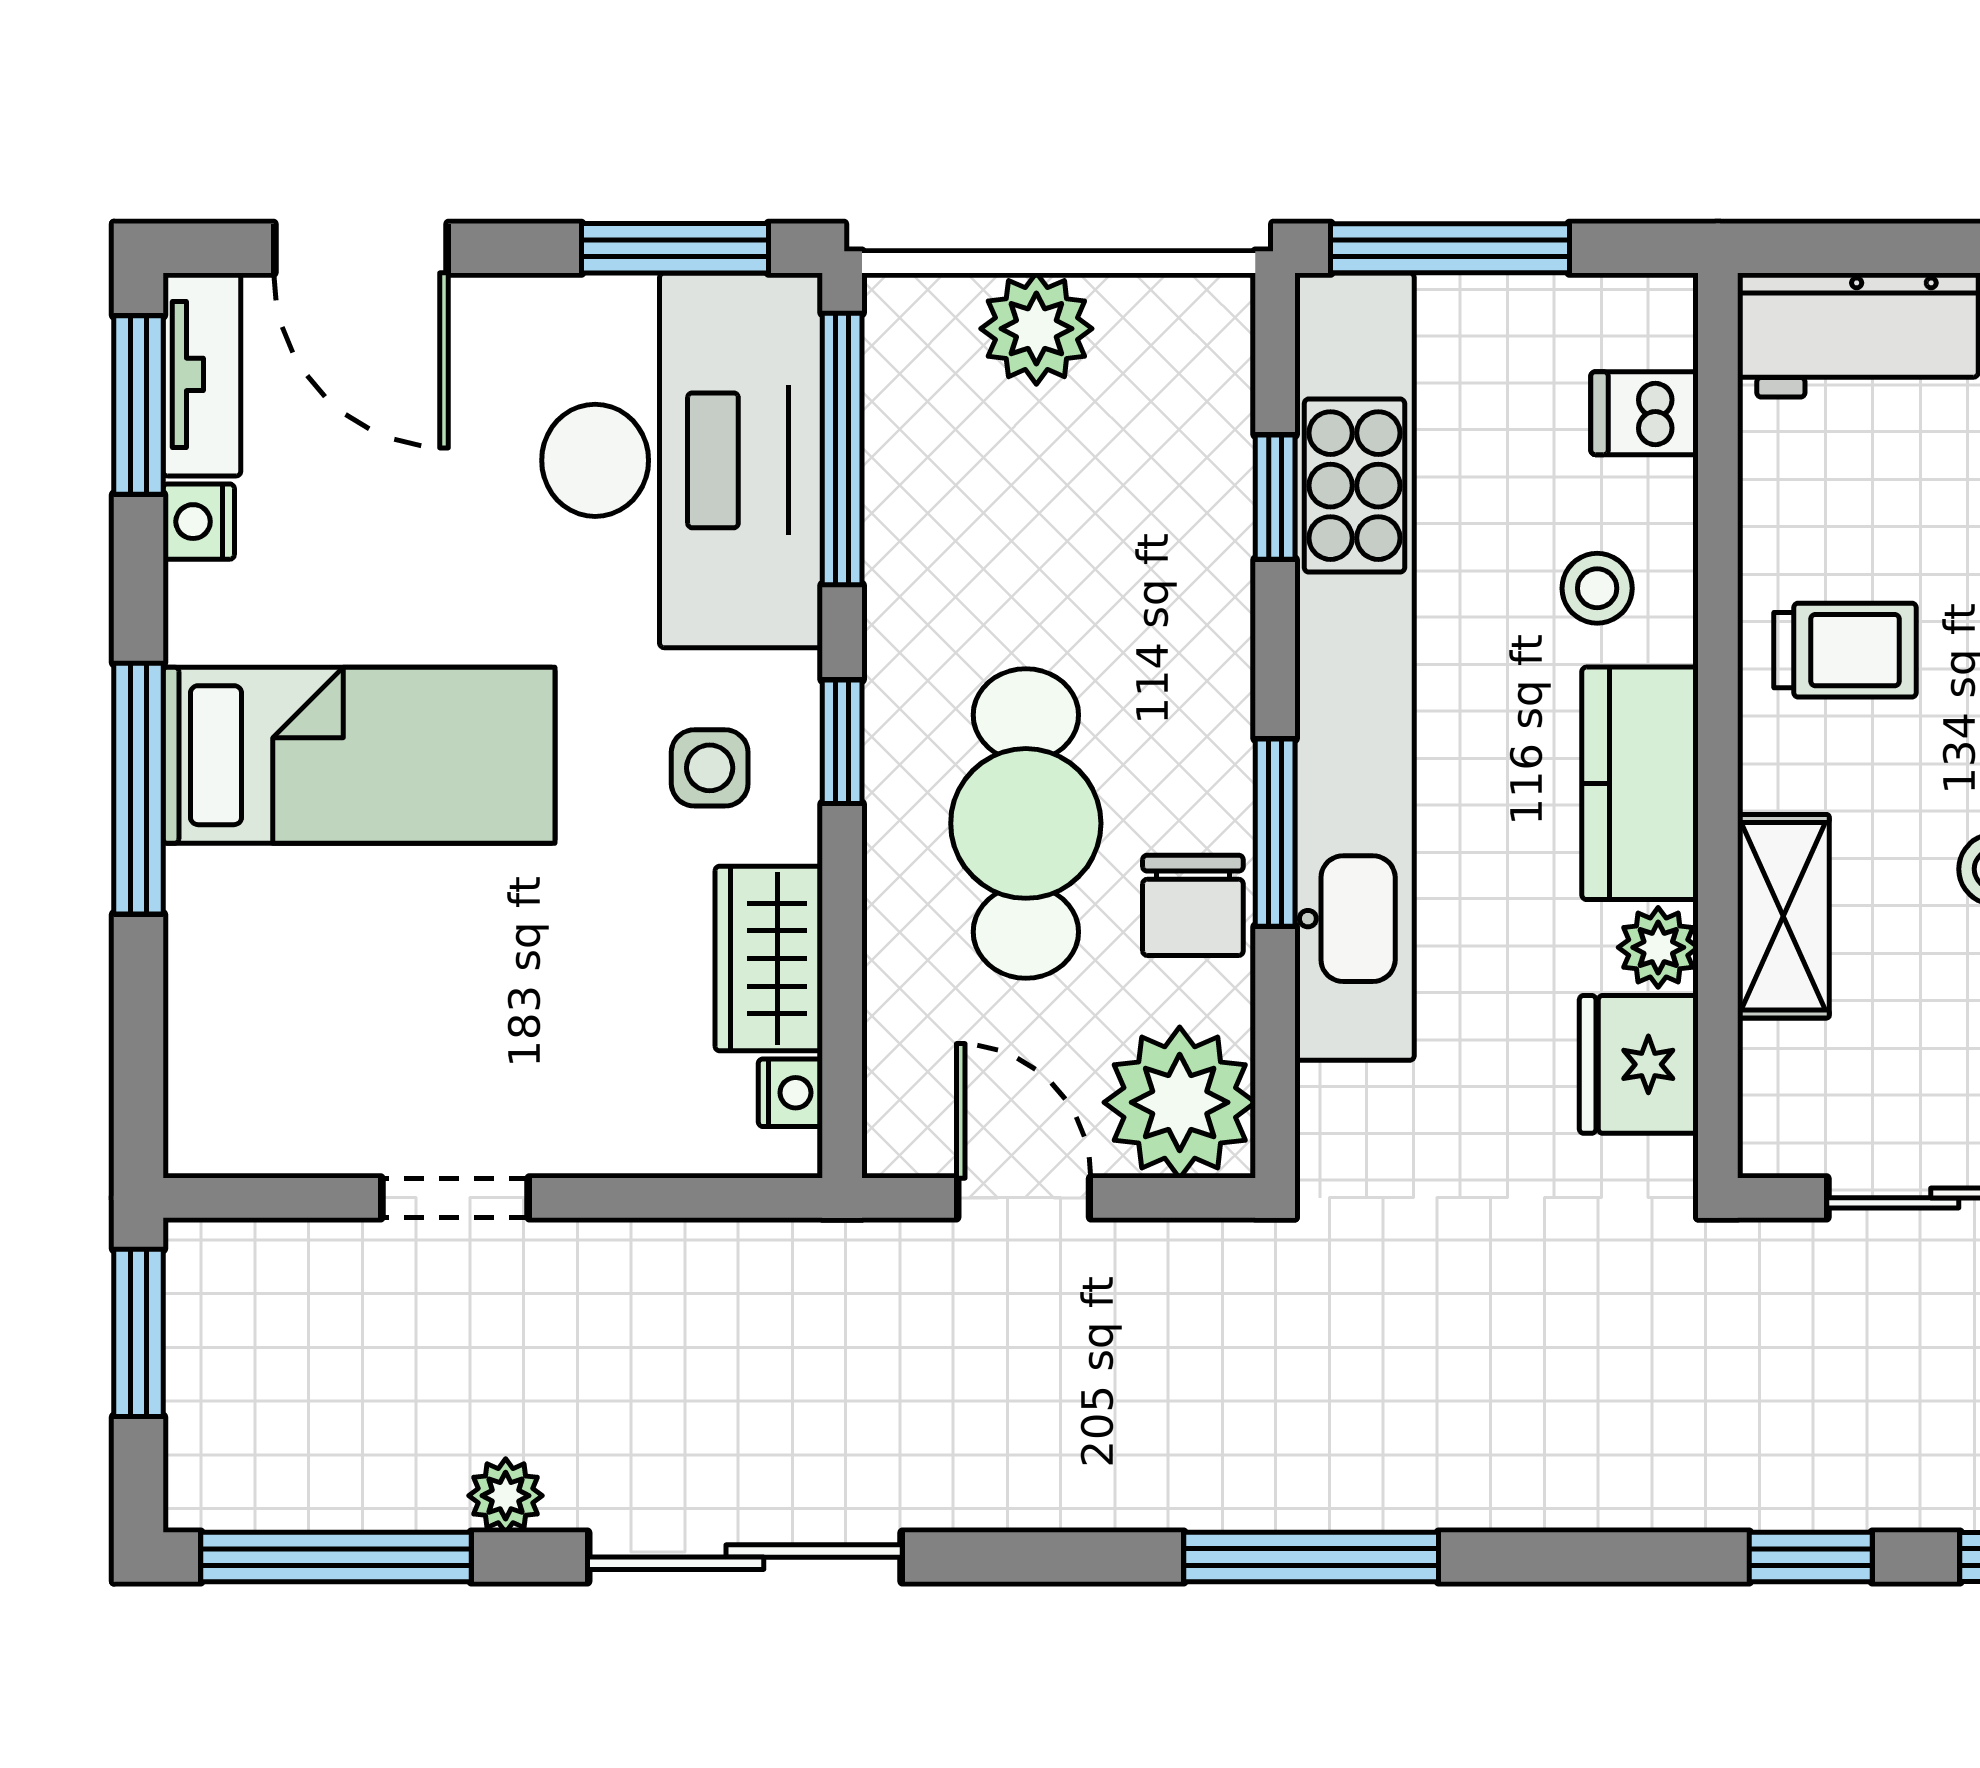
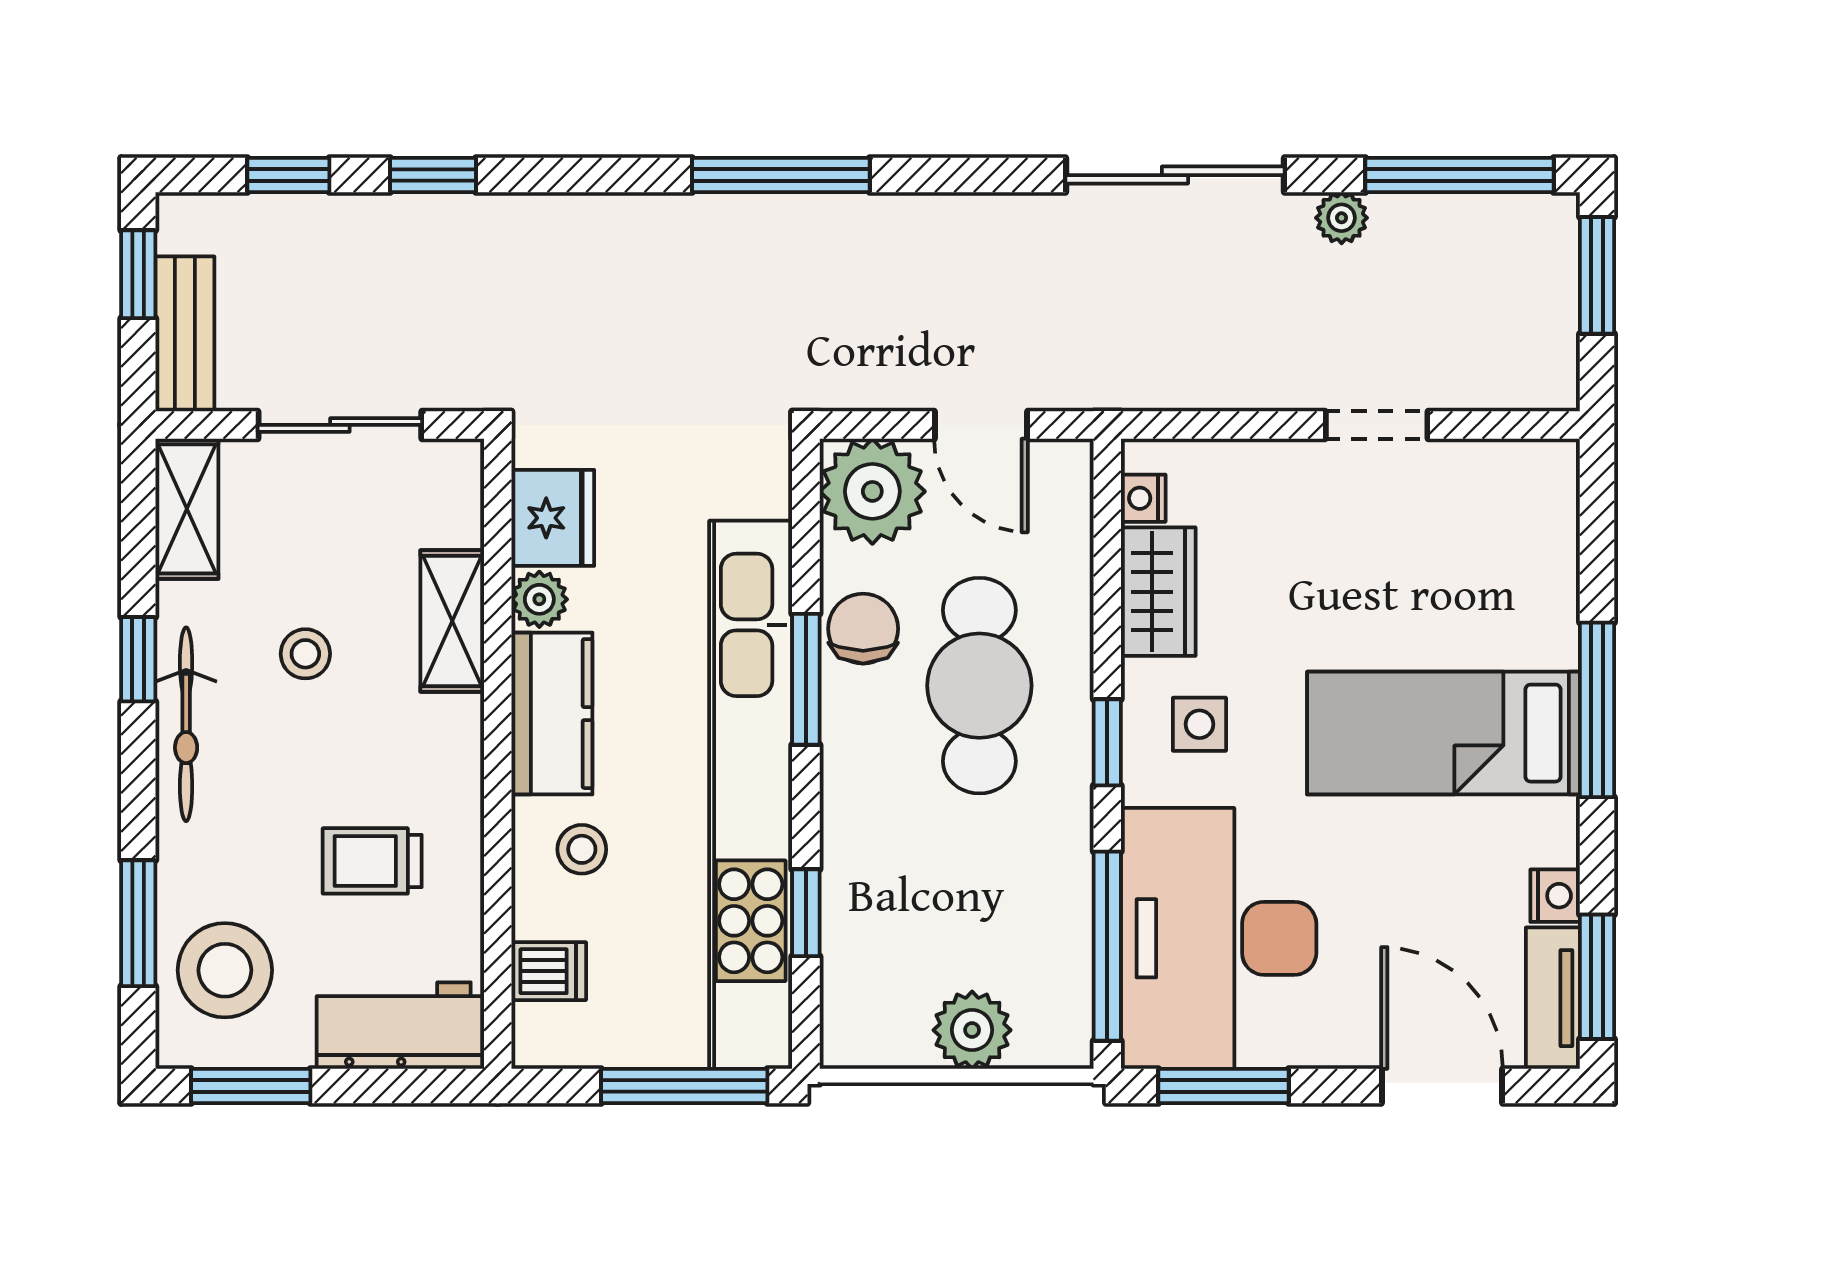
trolley: (1845, 650) -> (372, 861), moved
window: (139, 1333) -> (1597, 275), moved

